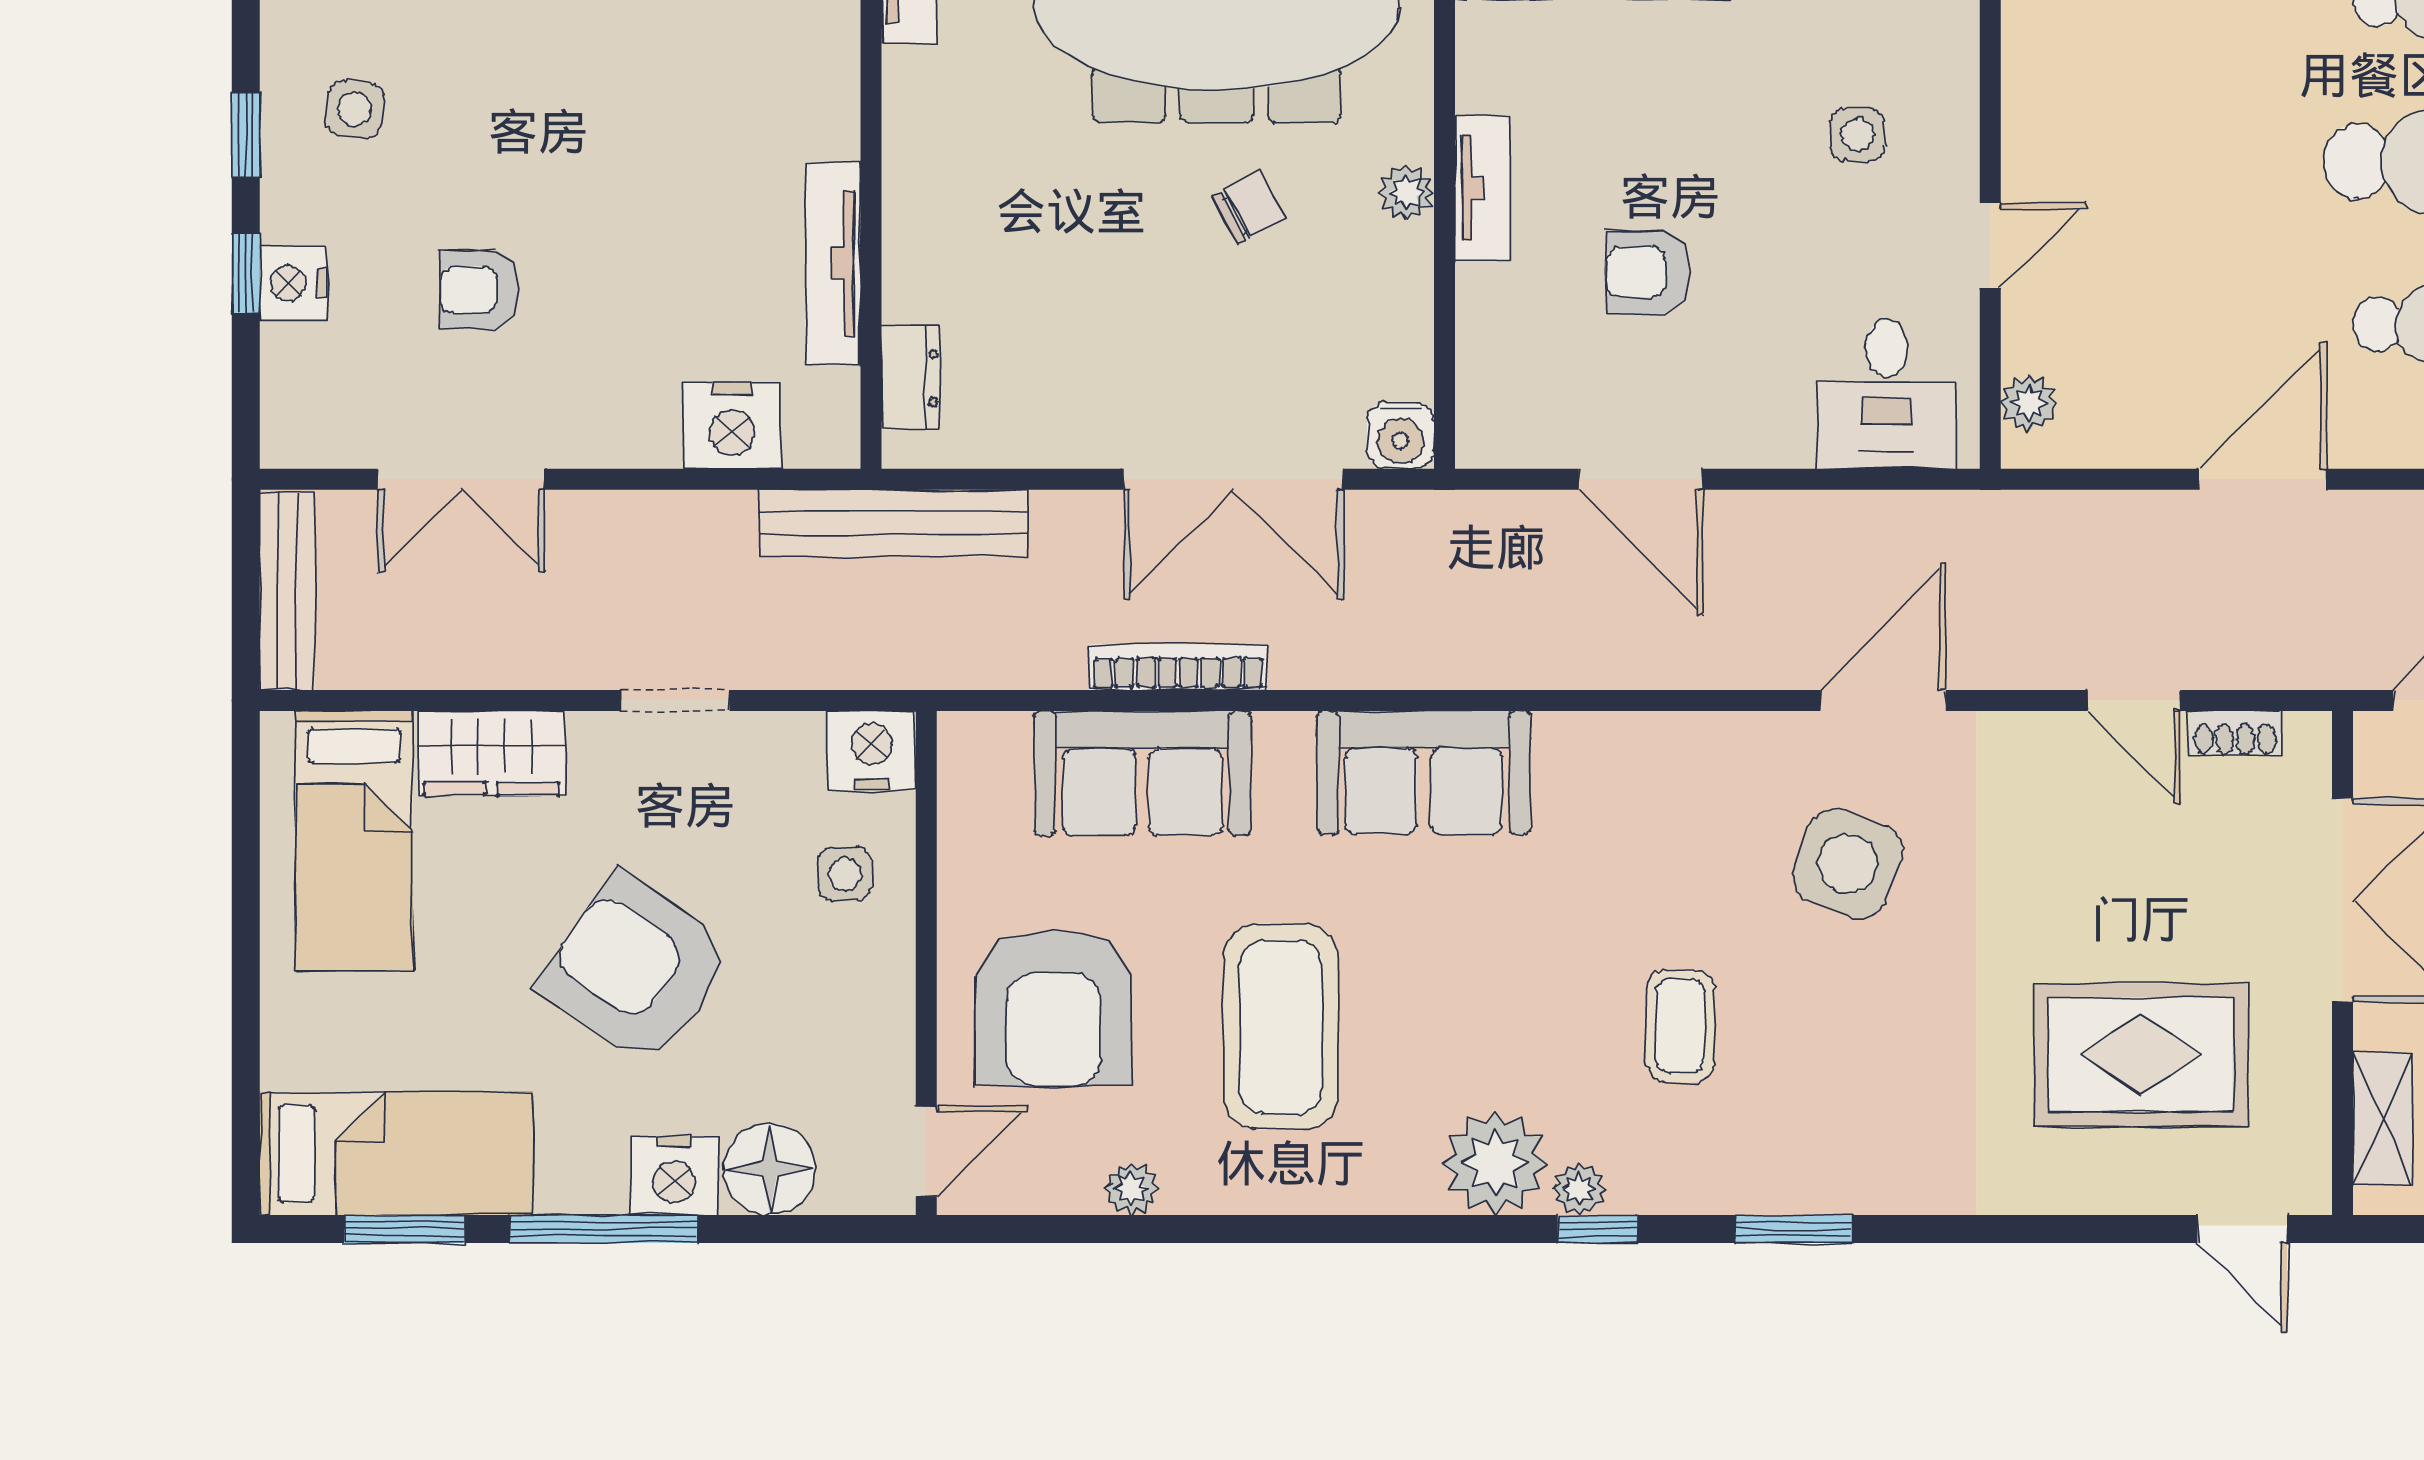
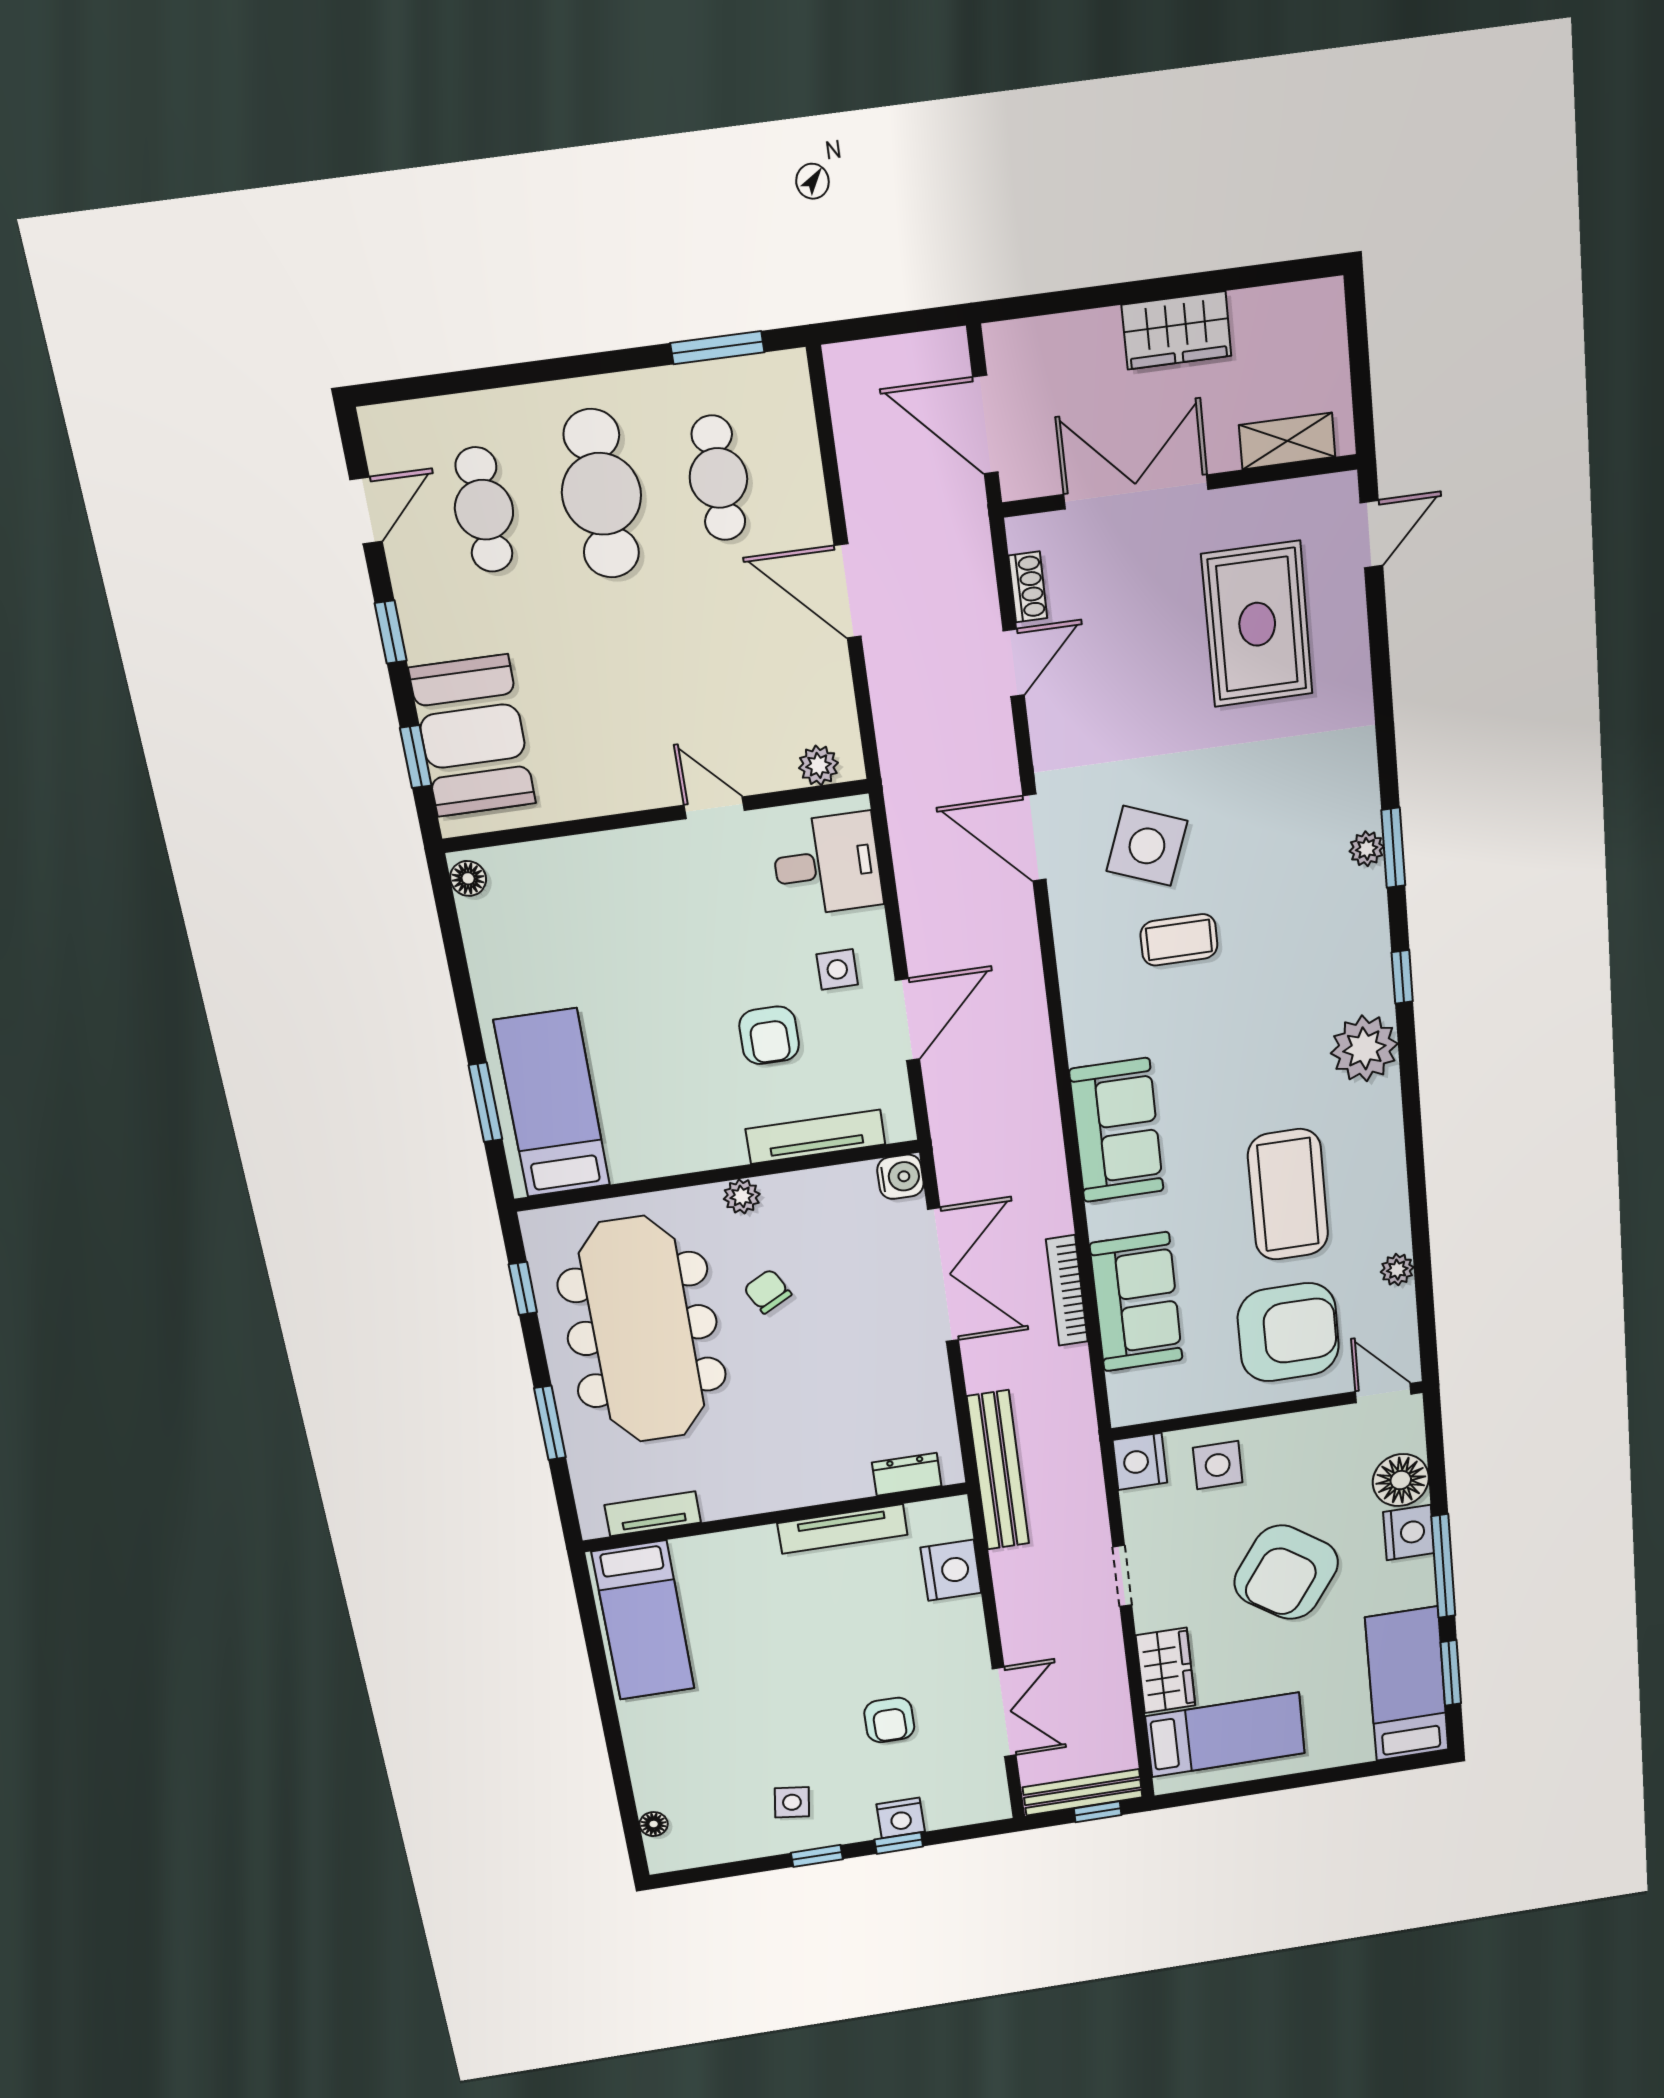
side table: (1857, 134) -> (837, 969), moved
tv unit: (1483, 188) -> (815, 1137), moved, width x1.41
window: (246, 612) -> (1098, 1812), added
side table: (845, 874) -> (1218, 1465), width x1.37, depth x1.37
coffee table: (1680, 1026) -> (1179, 940), moved
coffee table: (1281, 1027) -> (1288, 1195), turned 90
plant: (1579, 1189) -> (1367, 849), moved

